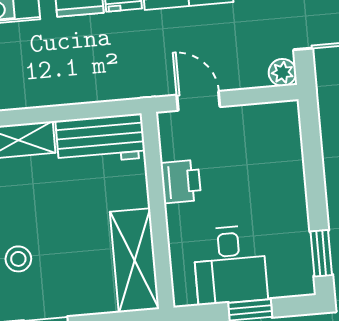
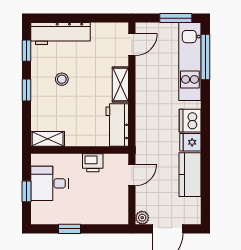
window: (321, 253) -> (69, 229), moved
shelving: (135, 260) -> (48, 139), width x0.67, depth x0.75

